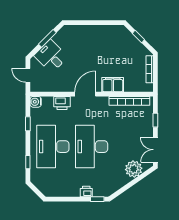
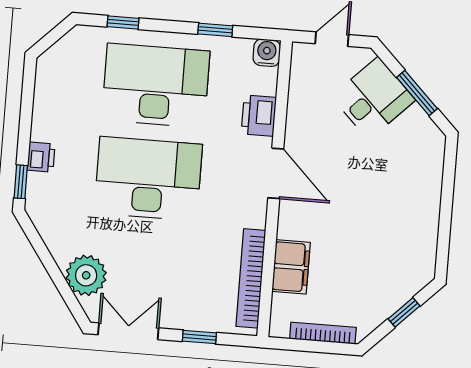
filing cabinet: (113, 85) -> (291, 267), moved

